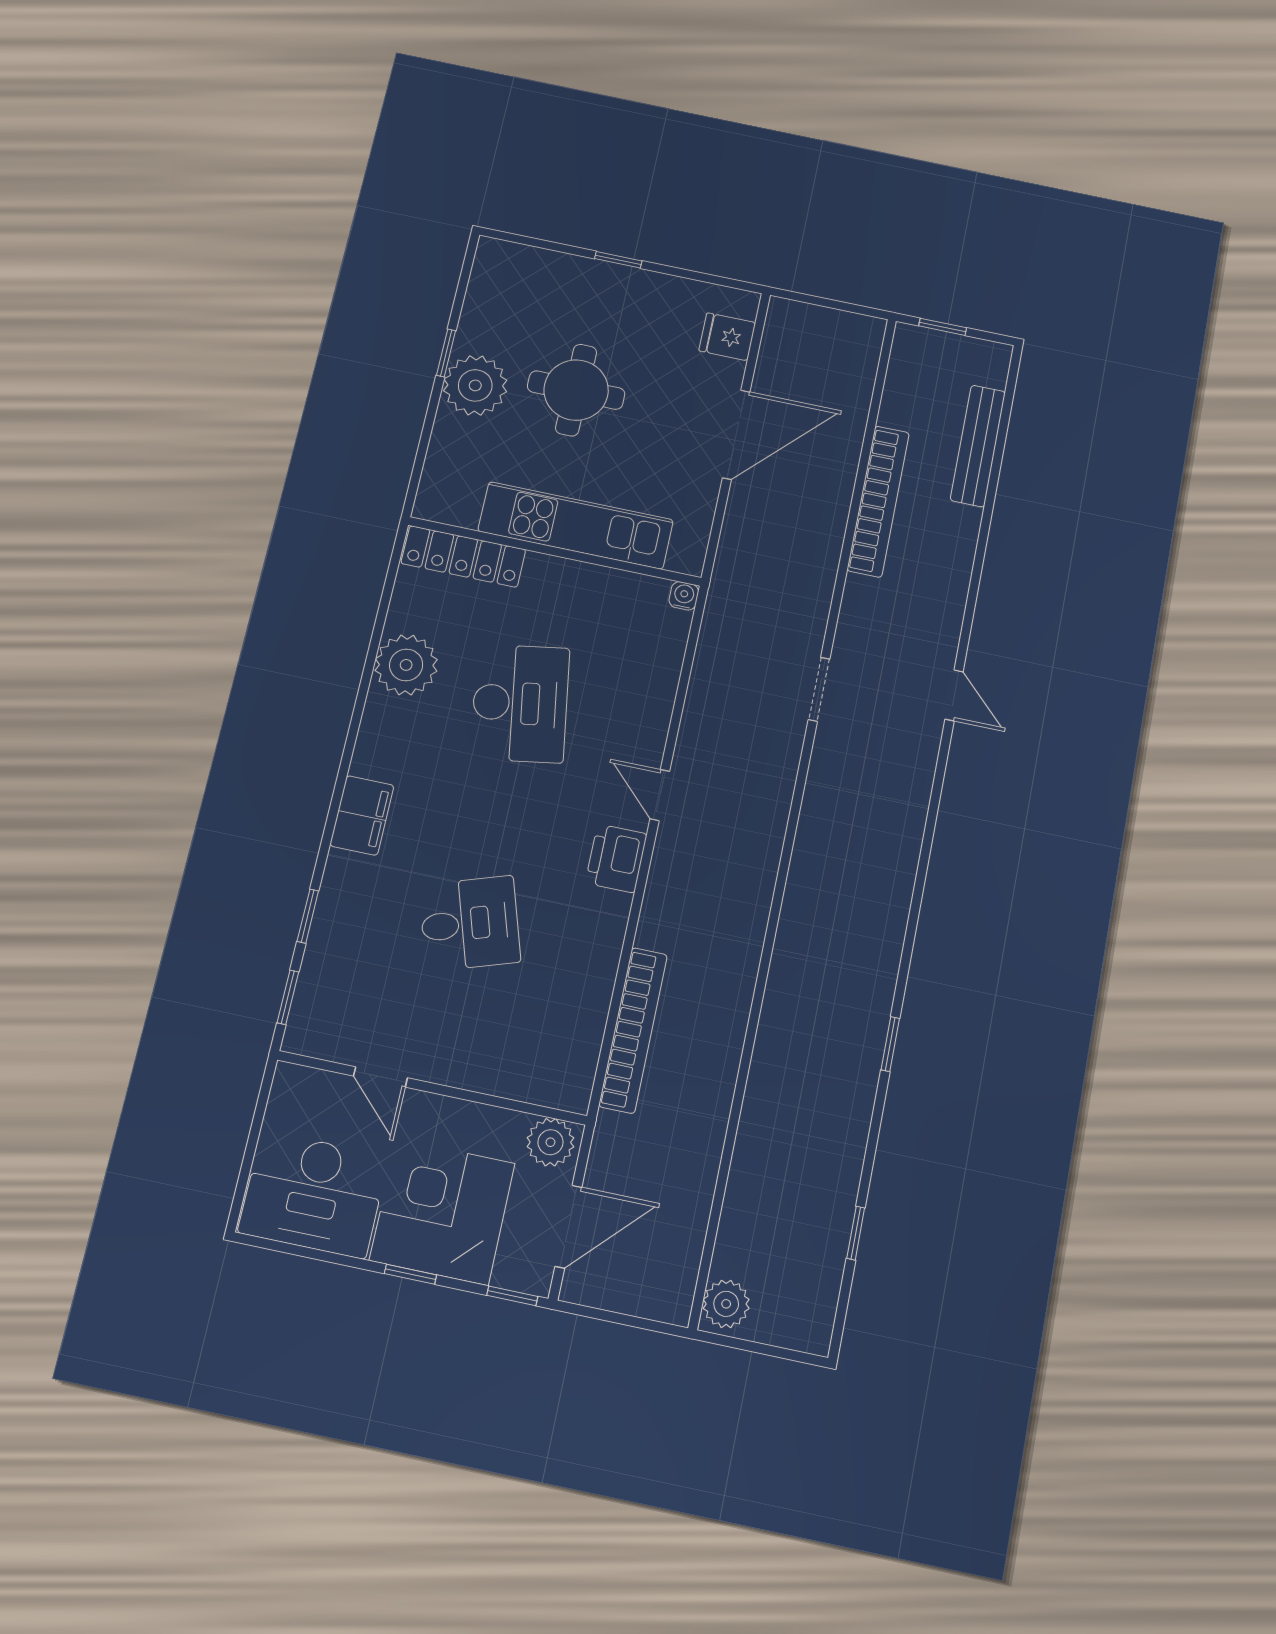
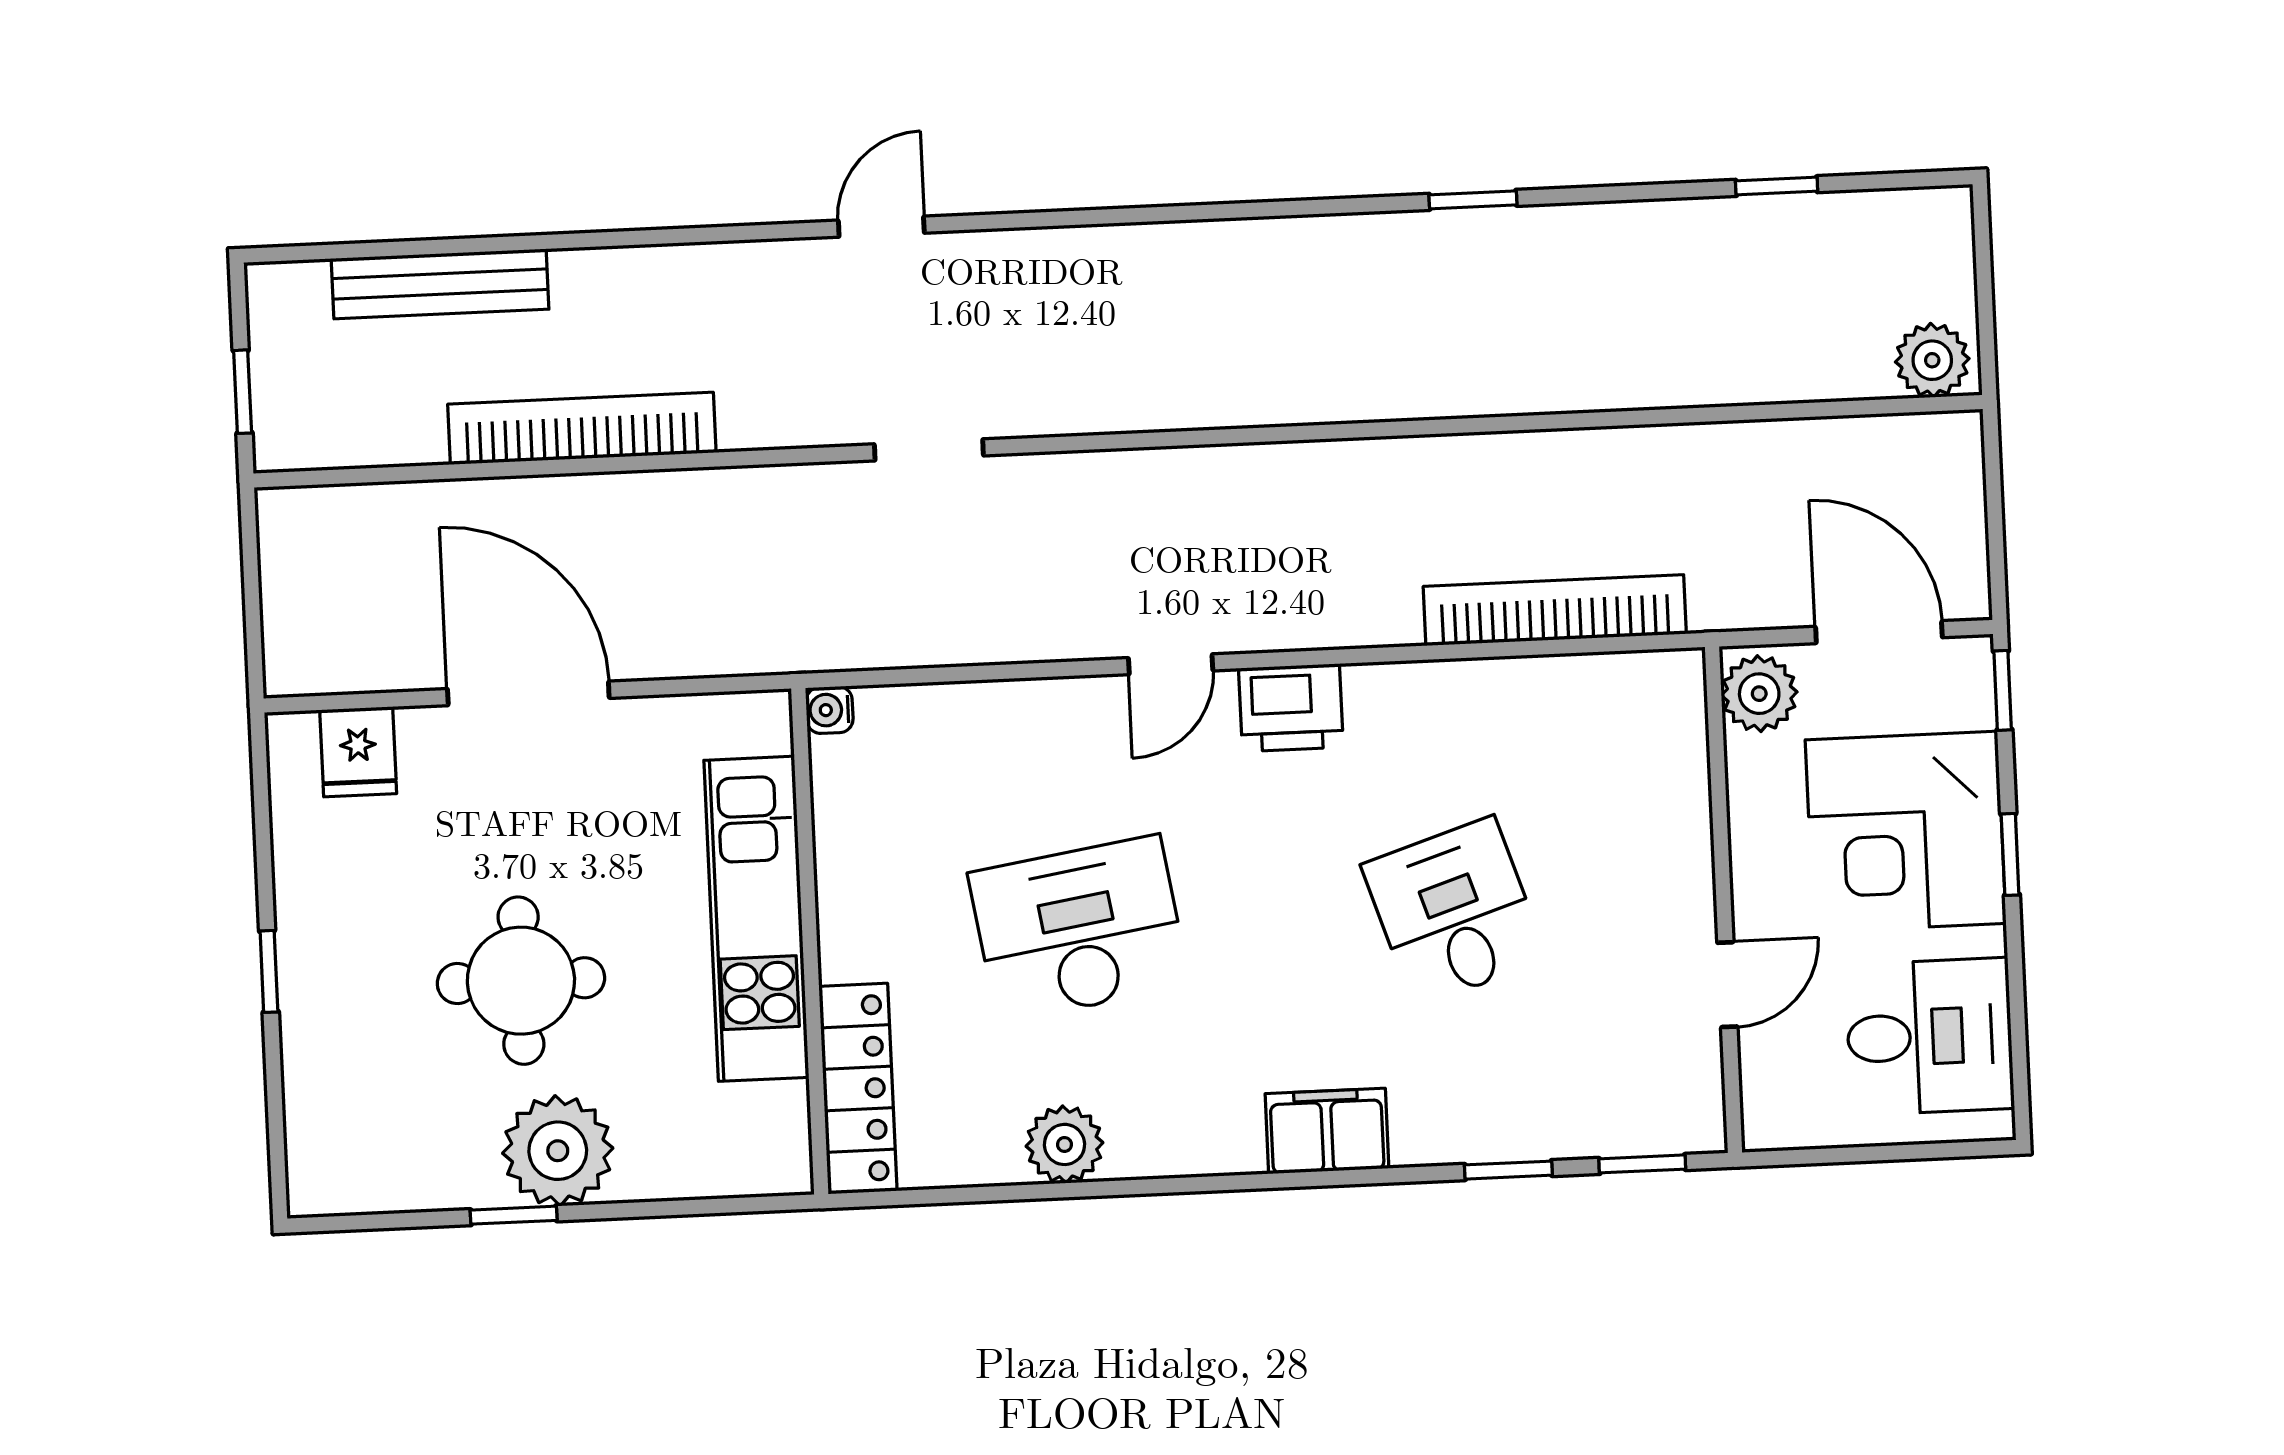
plant: (406, 665) -> (1064, 1144), width x0.73, depth x0.73
desk: (314, 1194) -> (1930, 1036), width x0.73

